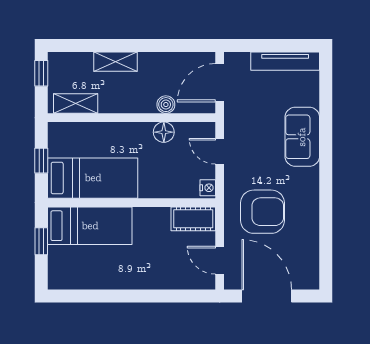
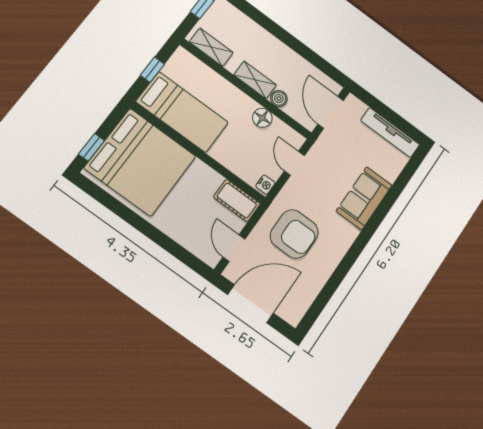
shelving: (115, 62) -> (255, 80), moved
door: (220, 83) -> (331, 112), hinge flipped
bed: (90, 226) -> (140, 162), width x2.04
window: (41, 241) -> (92, 147), moved
door: (267, 296) -> (251, 304), hinge flipped

